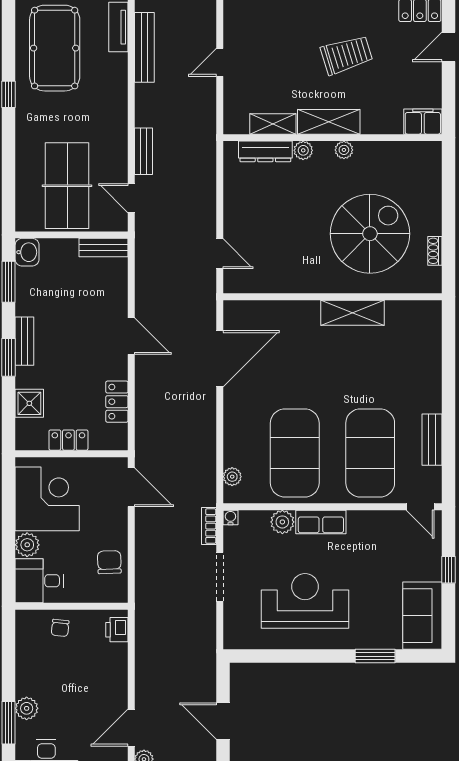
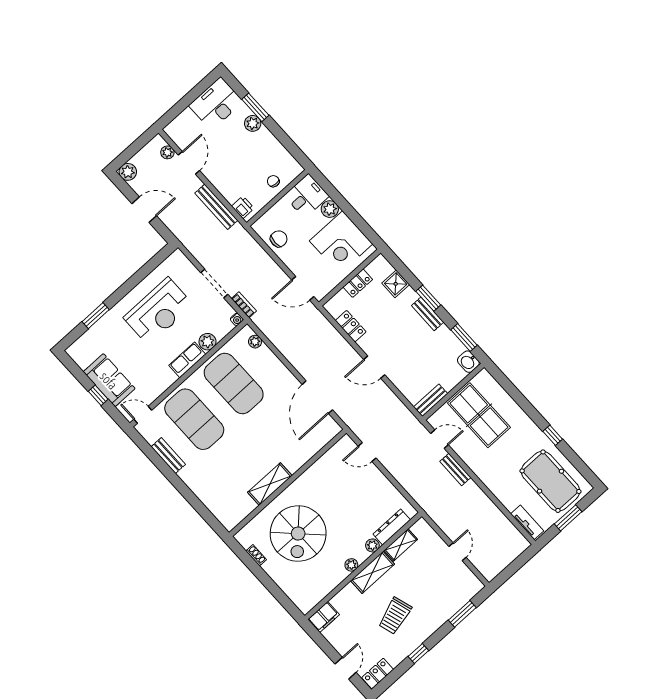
bench: (144, 47) -> (216, 207), moved
chair: (109, 562) -> (279, 239), turned -88
sofa: (422, 616) -> (109, 380), moved

